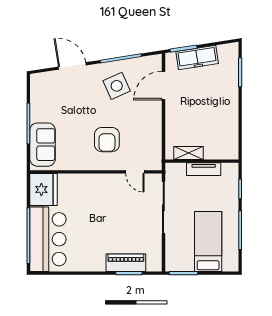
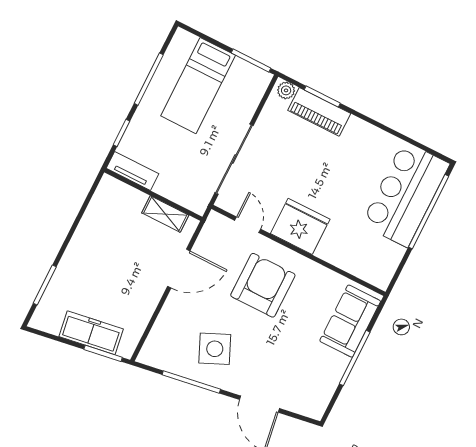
door: (163, 86) -> (179, 269), moved
armchair: (107, 140) -> (263, 285), width x1.36, depth x1.36
tv unit: (204, 169) -> (133, 171), moved
fridge: (44, 189) -> (300, 226), moved, turned 90
plant: (153, 266) -> (286, 90), added

